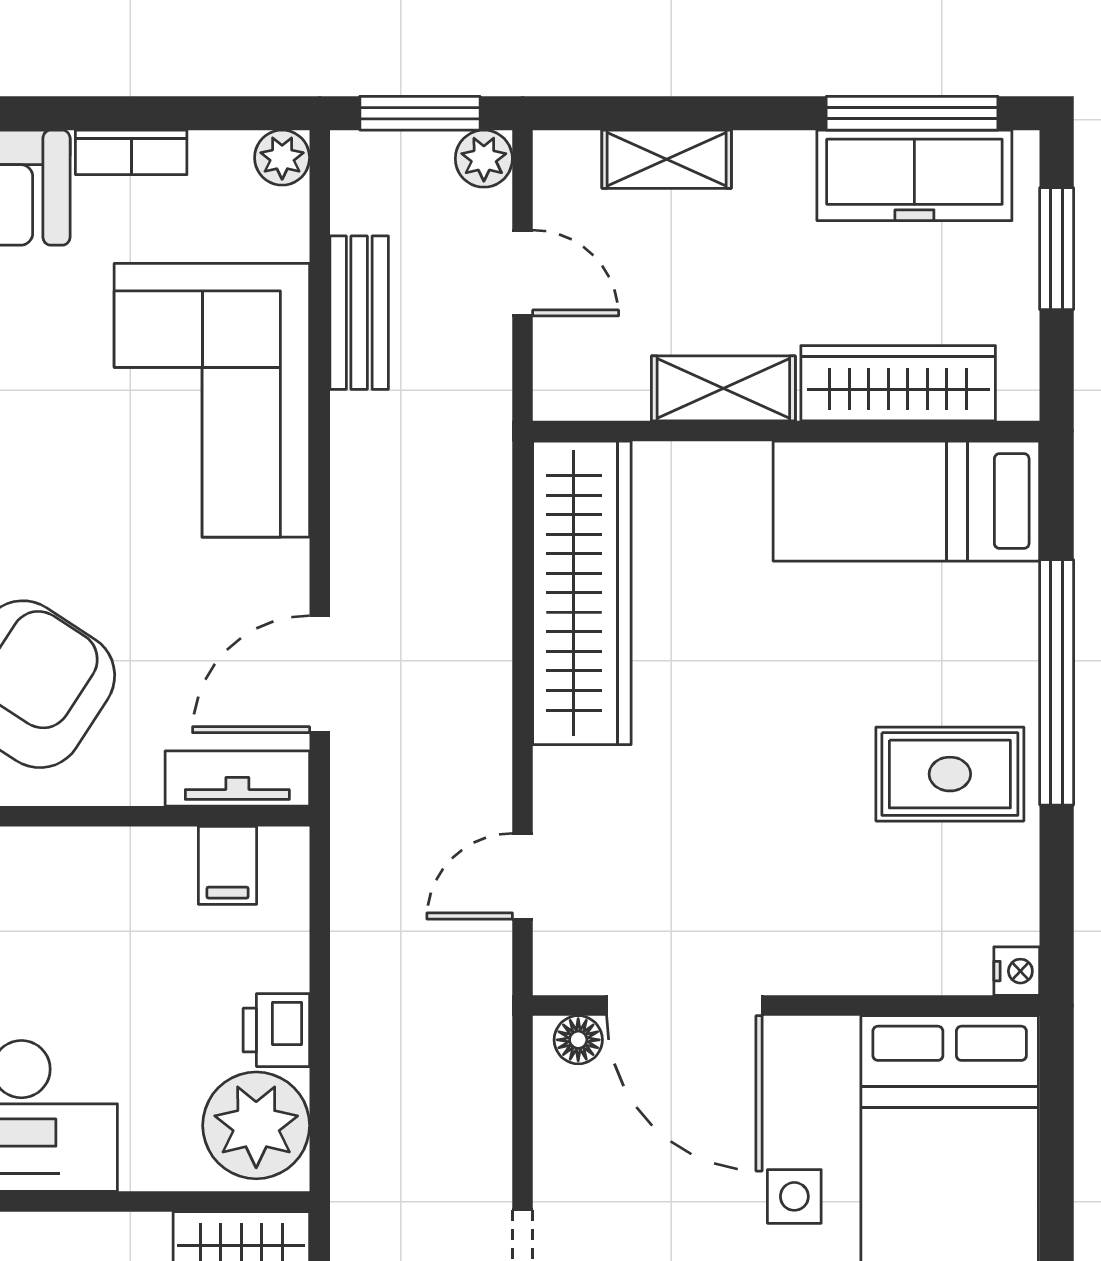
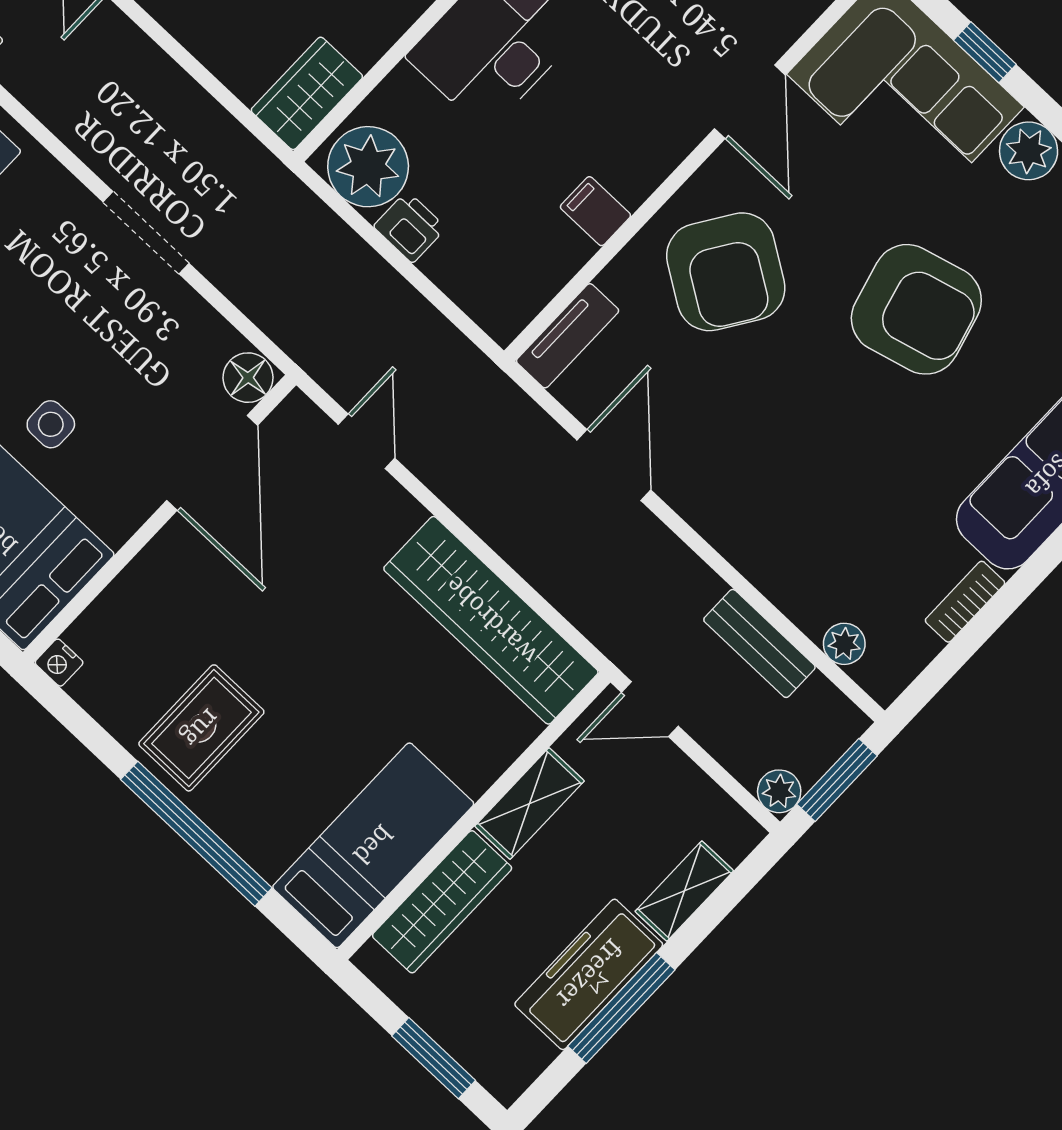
window: (912, 113) -> (621, 1008), moved
plant: (282, 158) -> (844, 644), moved
freezer: (914, 175) -> (589, 974), moved
door: (523, 273) -> (650, 709), moved
corner sofa: (212, 400) -> (788, 518), removed
door: (320, 674) -> (614, 465), moved
filing cabinet: (228, 865) -> (595, 211), moved
door: (684, 1006) -> (212, 463), swing flipped
floor lamp: (578, 1040) -> (248, 378), width x1.37, depth x1.37

